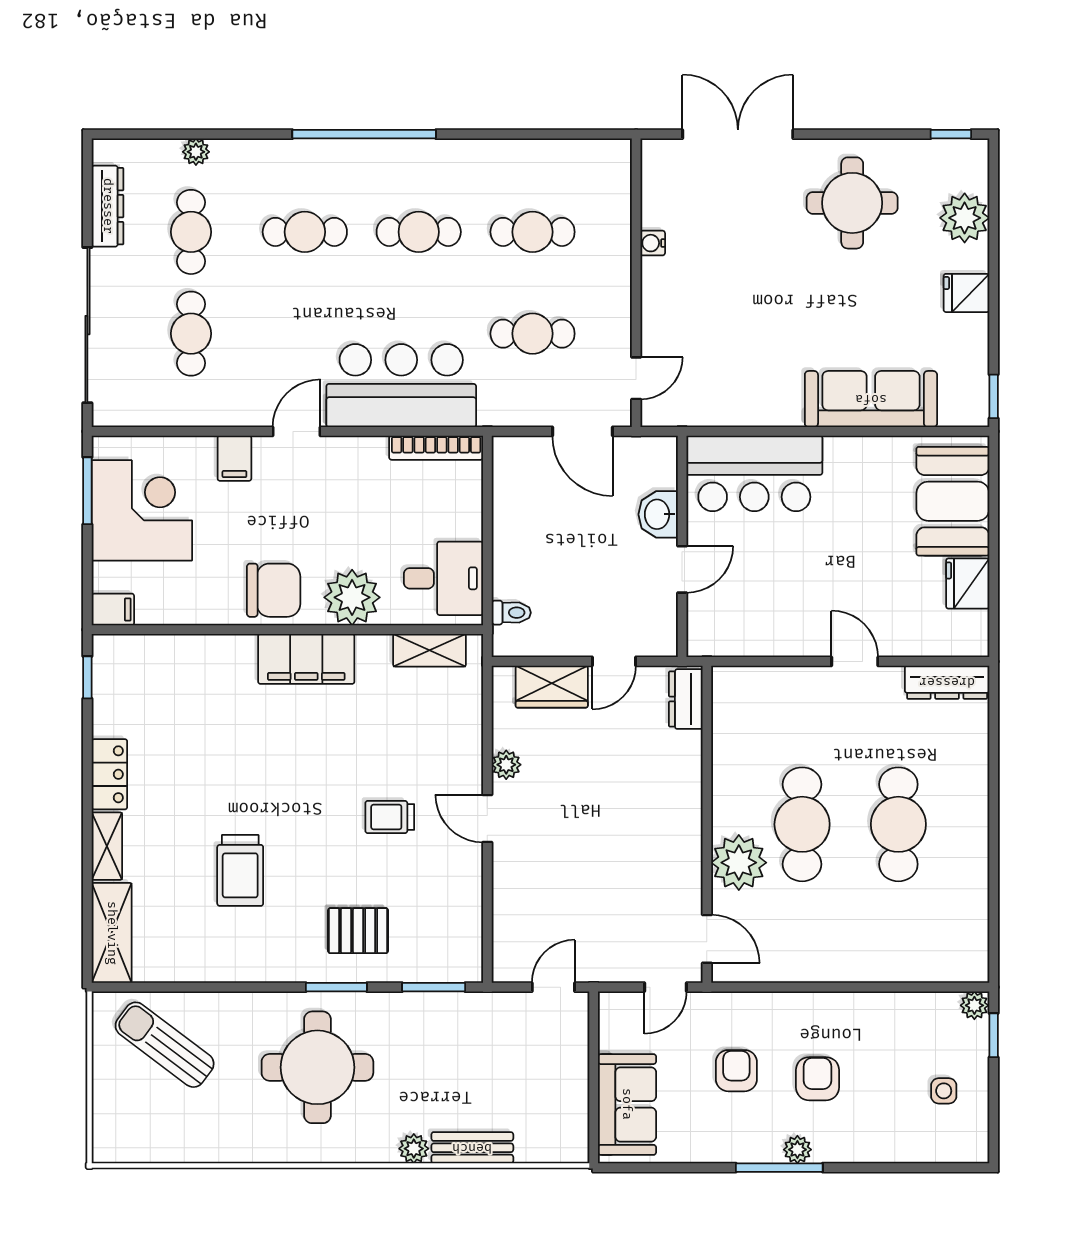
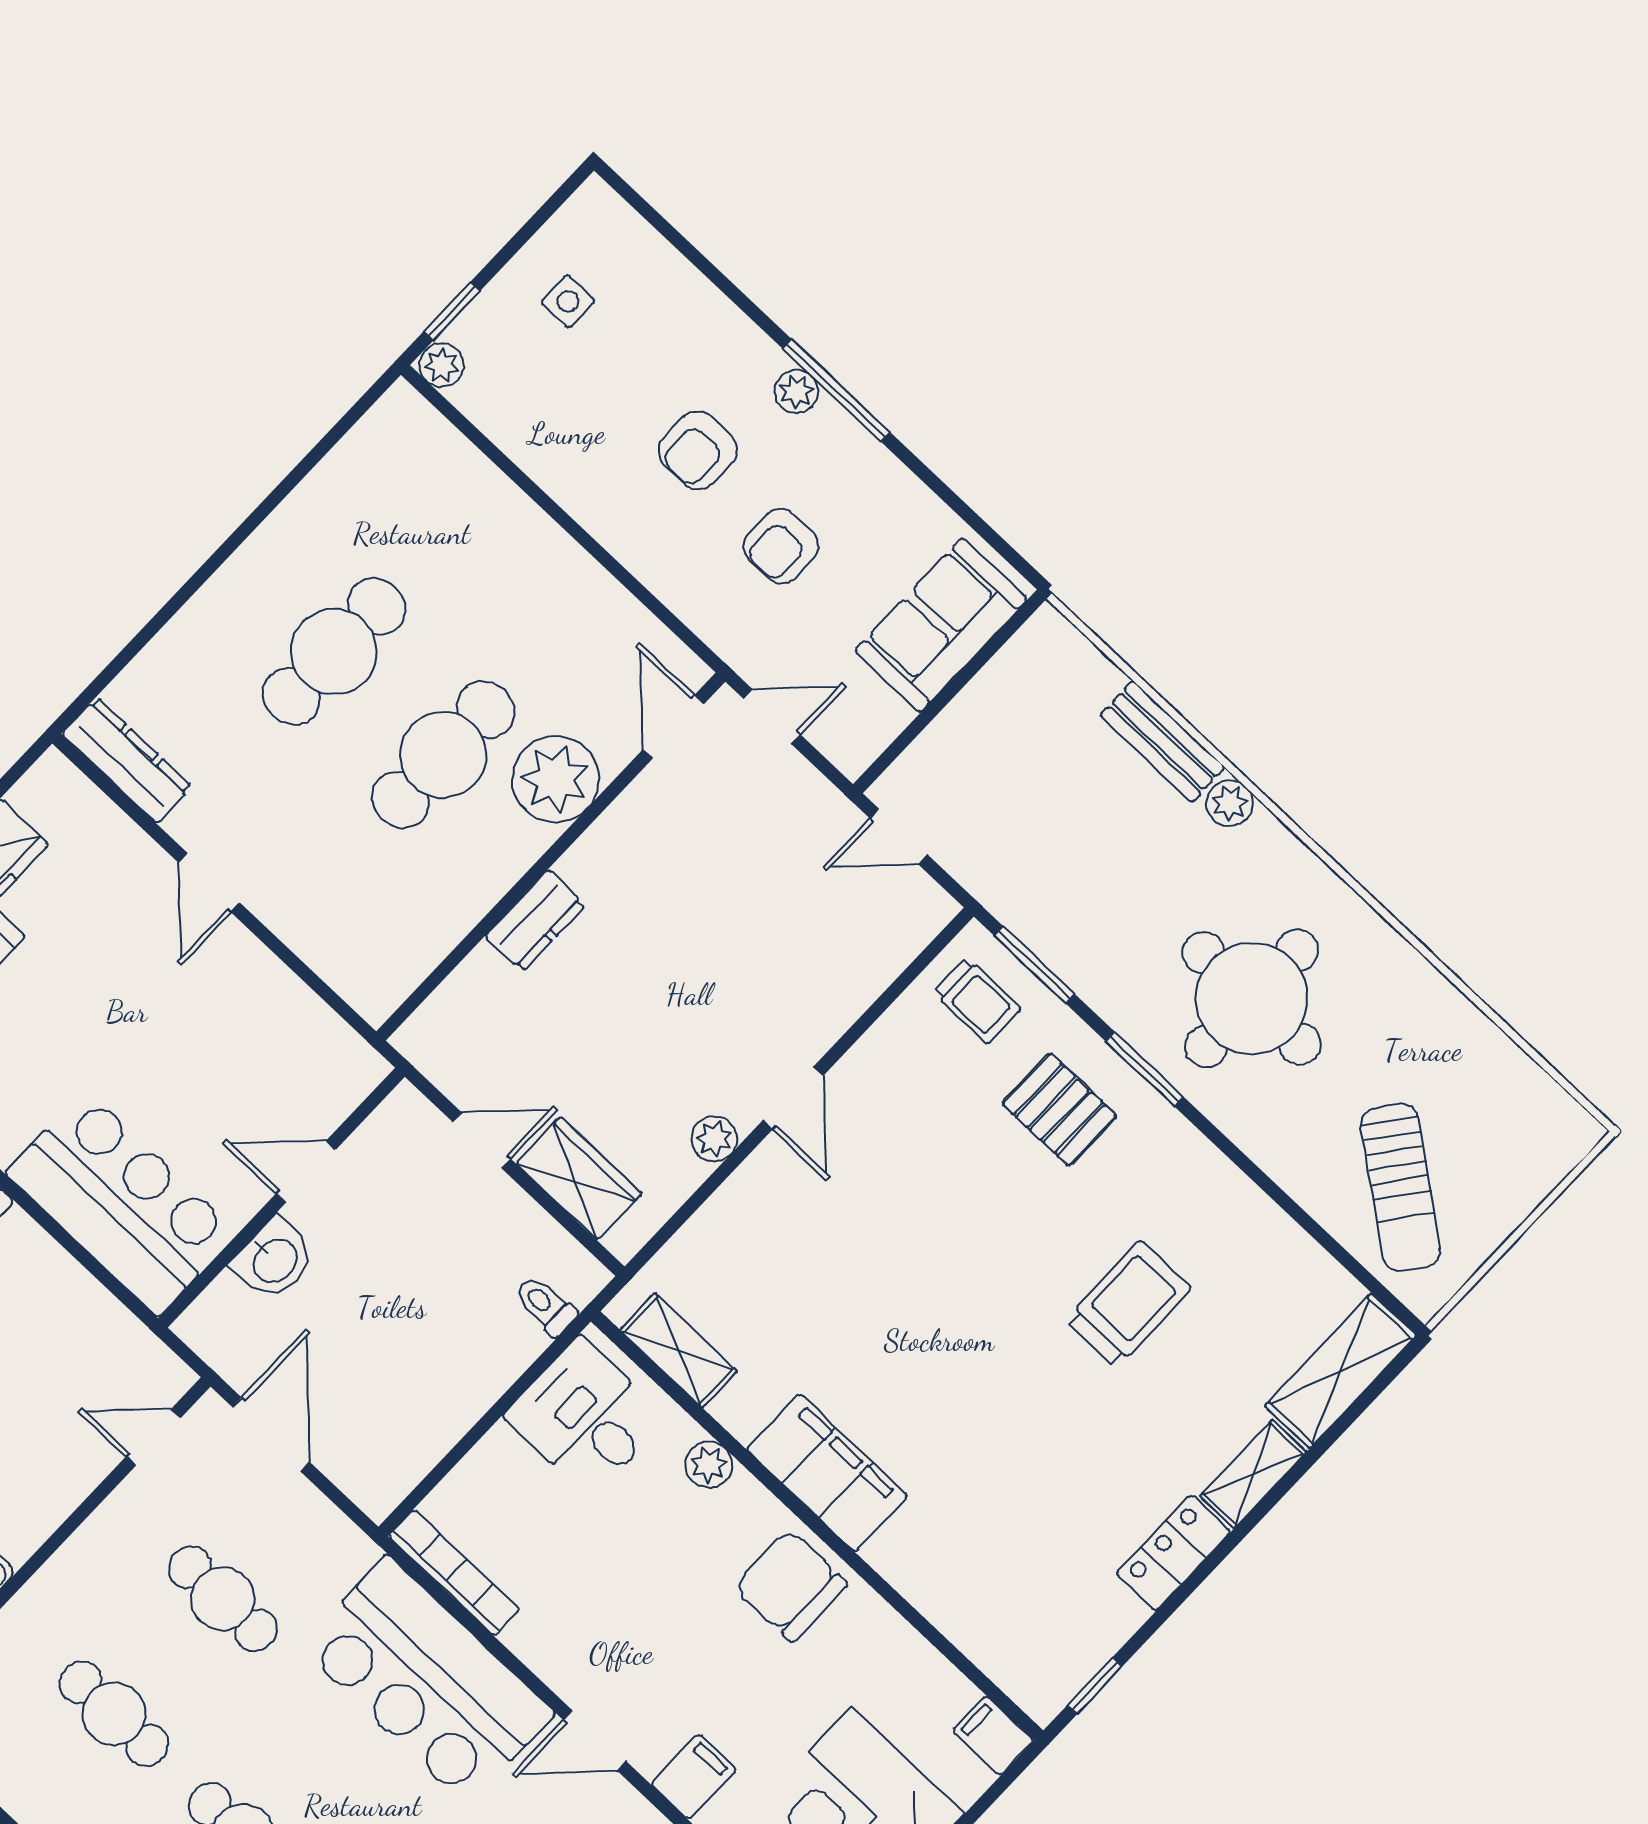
plant: (352, 597) -> (709, 1465), width x0.53, depth x0.53
dresser: (686, 699) -> (535, 921), moved
trolley: (390, 817) -> (977, 1001), moved

